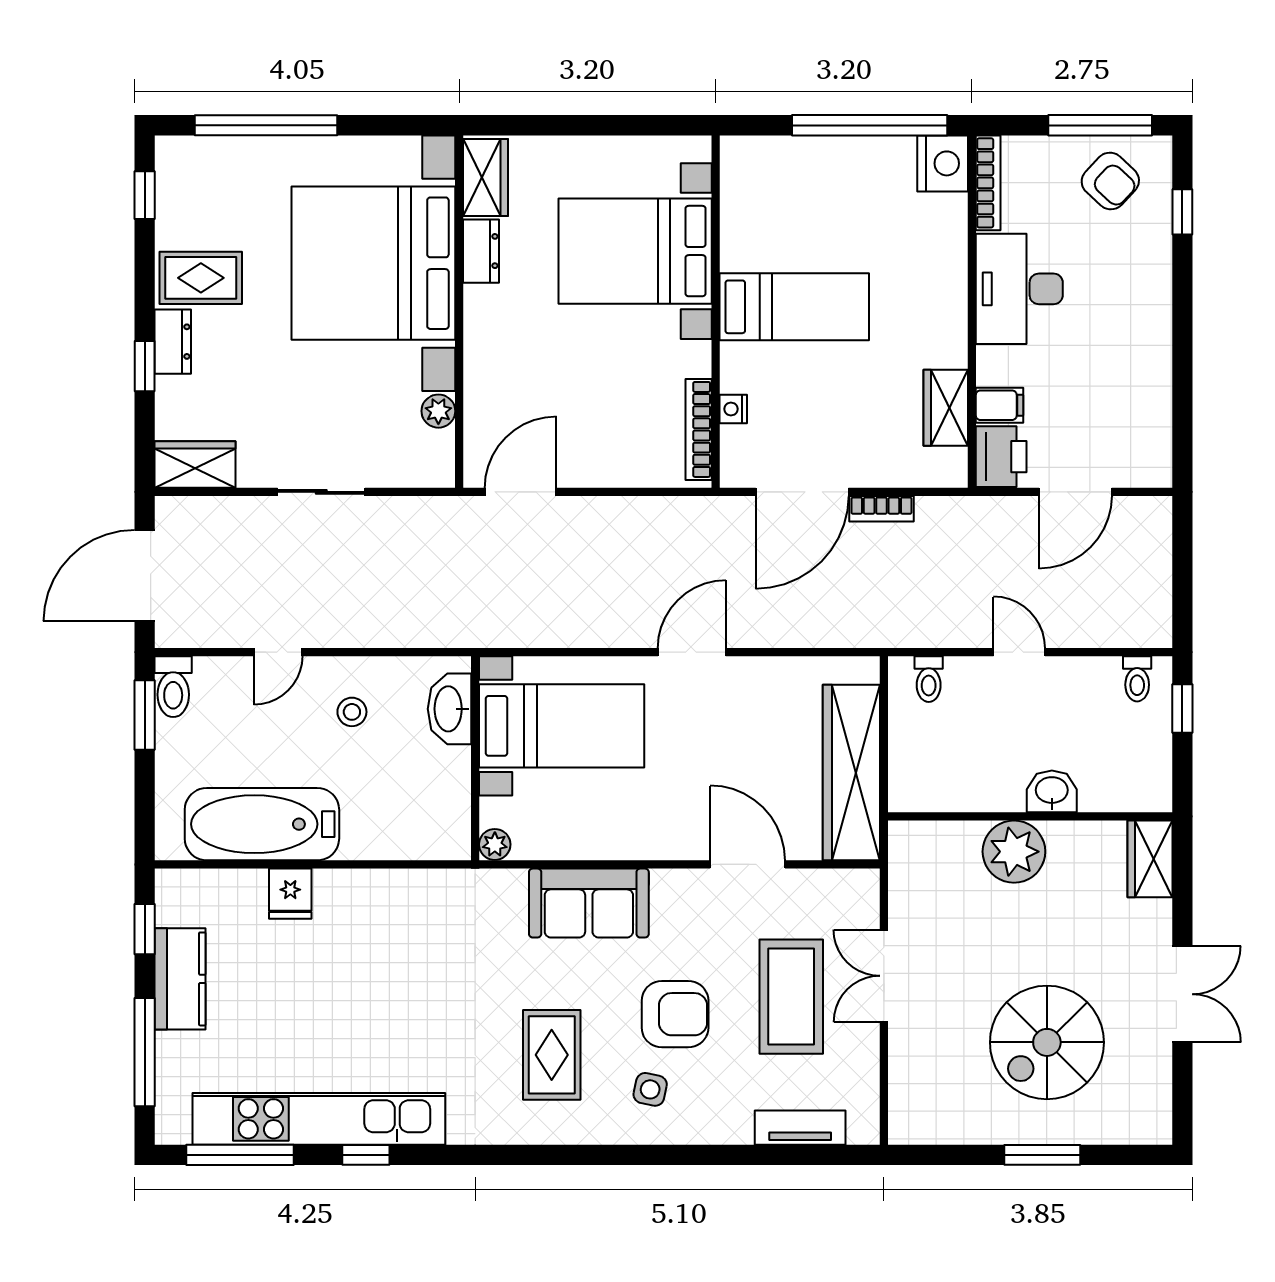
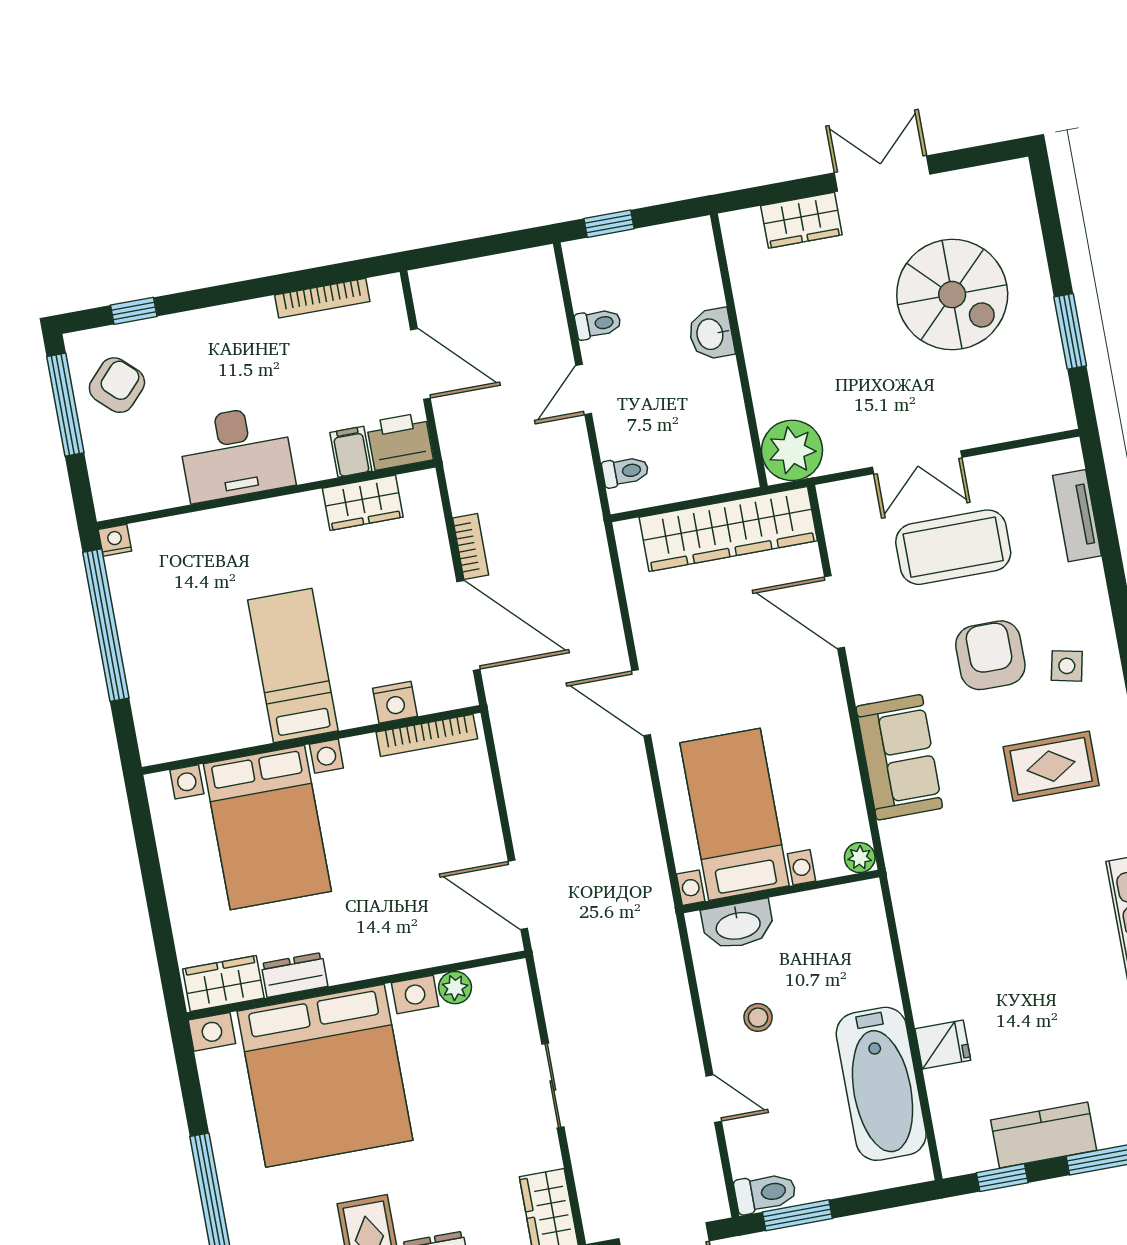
nightstand: (943, 163) -> (115, 540), width x0.53, depth x0.56
bookcase: (988, 183) -> (322, 298), moved, turned 180
nightstand: (733, 409) -> (395, 702), width x1.39, depth x1.35
toilet: (1137, 679) -> (598, 324), moved
plant: (1014, 852) -> (792, 450), moved
wardrobe: (1150, 859) -> (801, 220), moved
door: (748, 864) -> (834, 612), hinge flipped
window: (1042, 1155) -> (1070, 331), moved

